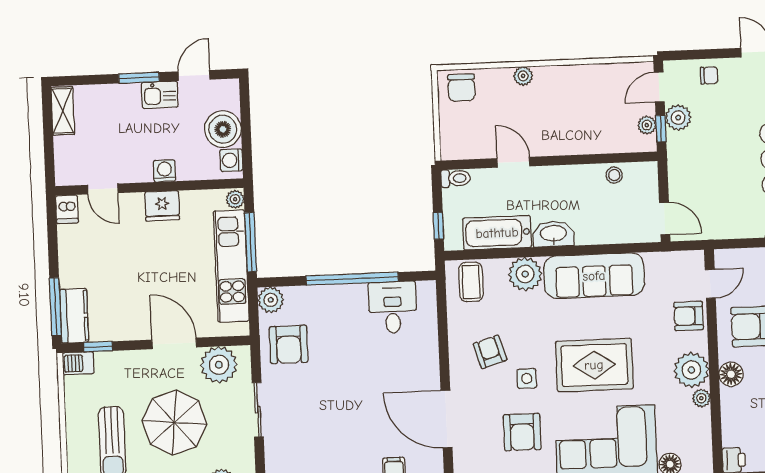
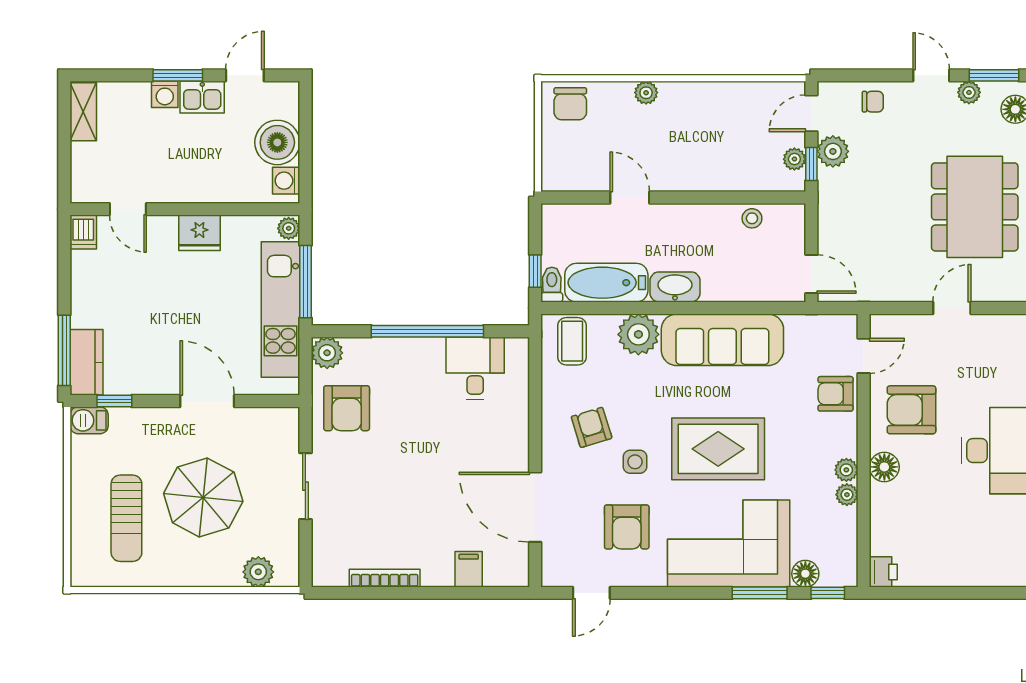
washing machine: (164, 171) -> (165, 94), moved, turned 180
toilet: (456, 178) -> (552, 285), moved, turned -90
plant: (219, 365) -> (260, 429), removed
plant: (691, 370) -> (846, 470), width x0.53, depth x0.53

